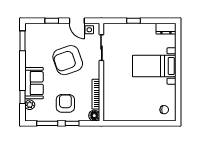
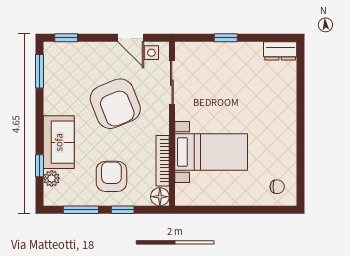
window: (52, 21) -> (66, 38), moved
armchair: (68, 60) -> (115, 104), turned -93
bed with nightstands: (154, 66) -> (211, 152), moved, turned 180

